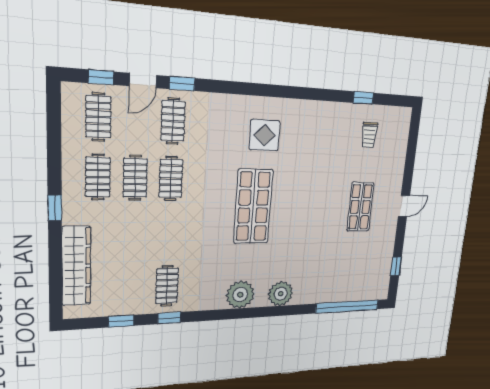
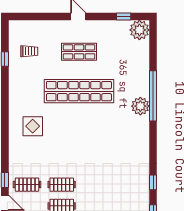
shop shelf: (253, 207) -> (79, 91), moved, width x1.40
clothes rail: (167, 286) -> (131, 185), removed
plant: (240, 295) -> (139, 30), moved
window: (347, 306) -> (153, 96), moved

